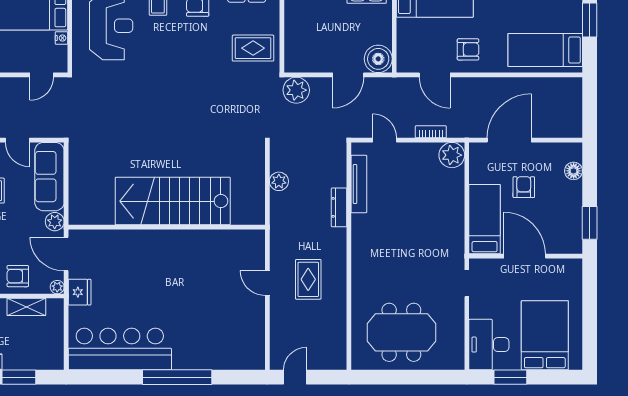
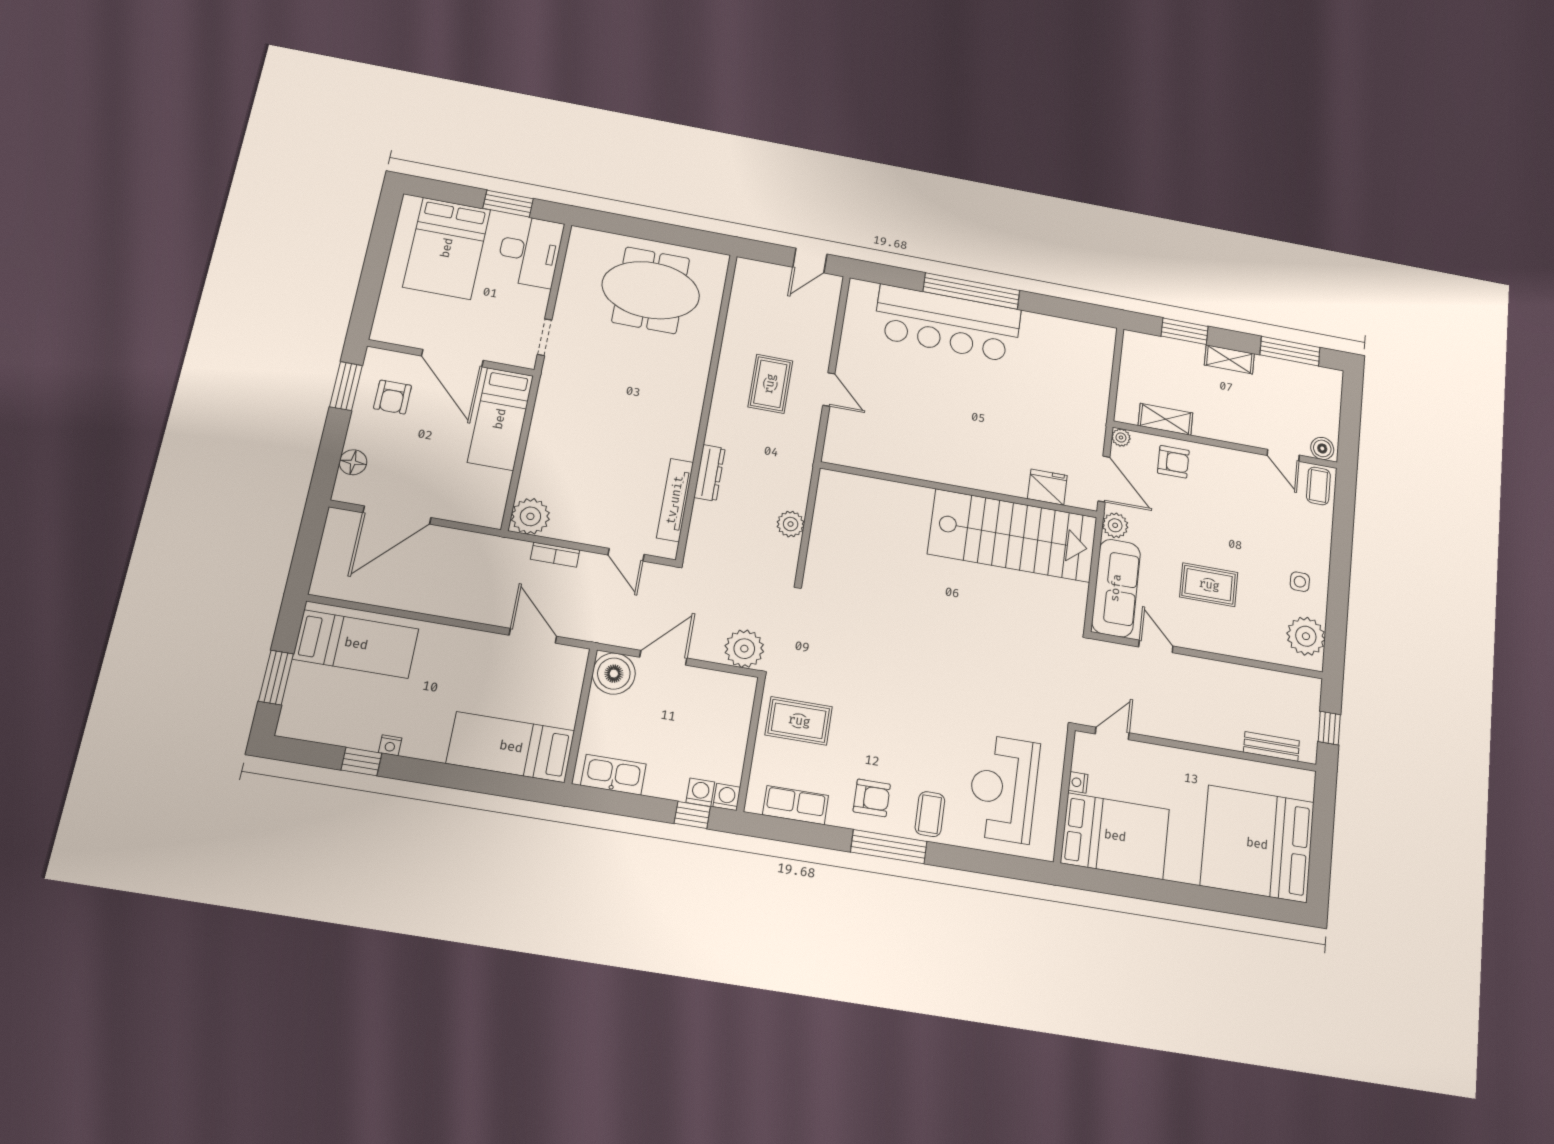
armchair: (468, 49) -> (474, 665), removed
door: (509, 140) -> (397, 515), moved
armchair: (524, 187) -> (393, 397), moved
stairs: (173, 201) -> (1013, 536), moved
fridge: (80, 292) -> (1047, 487), moved, turned 90
bar counter: (120, 349) -> (947, 323), moved

